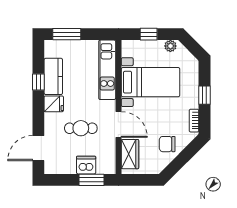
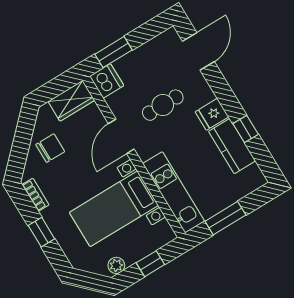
window: (67, 34) -> (225, 218), moved
door: (118, 124) -> (121, 136), hinge flipped
wardrobe: (130, 154) -> (71, 101), moved, turned -90
dishwasher: (86, 165) -> (107, 81), moved, turned -90

